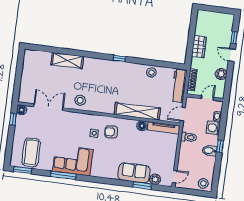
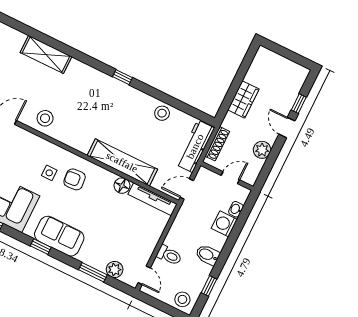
toilet: (189, 137) -> (169, 255), moved
window: (220, 146) -> (209, 286), moved
sofa: (134, 173) -> (59, 236), moved
door: (175, 177) -> (144, 275), hinge flipped
window: (105, 181) -> (41, 247), added

